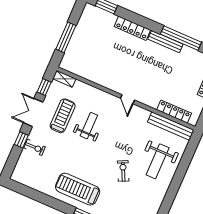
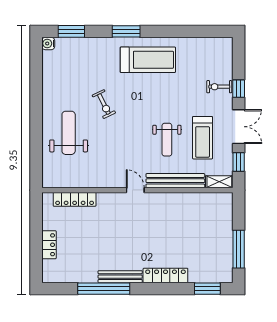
window: (66, 37) -> (239, 249), moved
bench: (171, 126) -> (175, 181), moved

